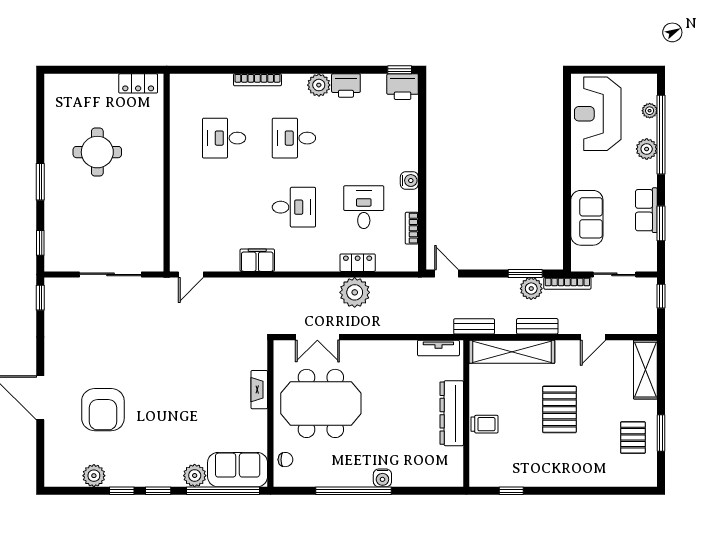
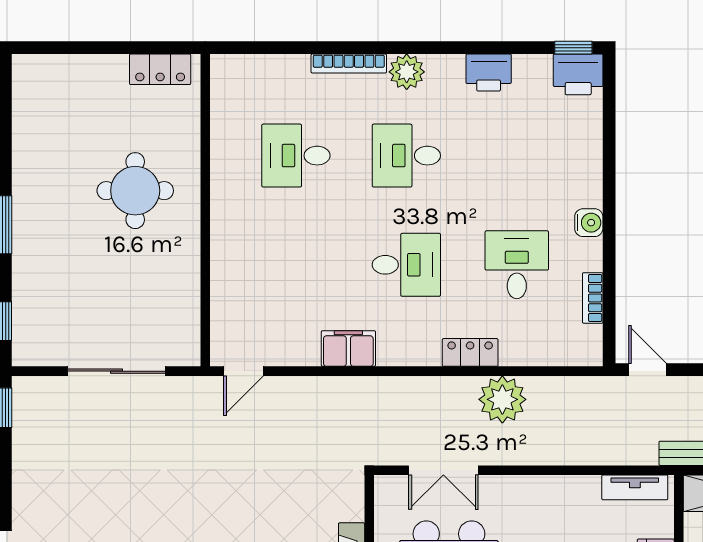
plant: (319, 85) -> (407, 72), moved
round table: (97, 152) -> (135, 191), moved
locker: (358, 263) -> (470, 352), moved

